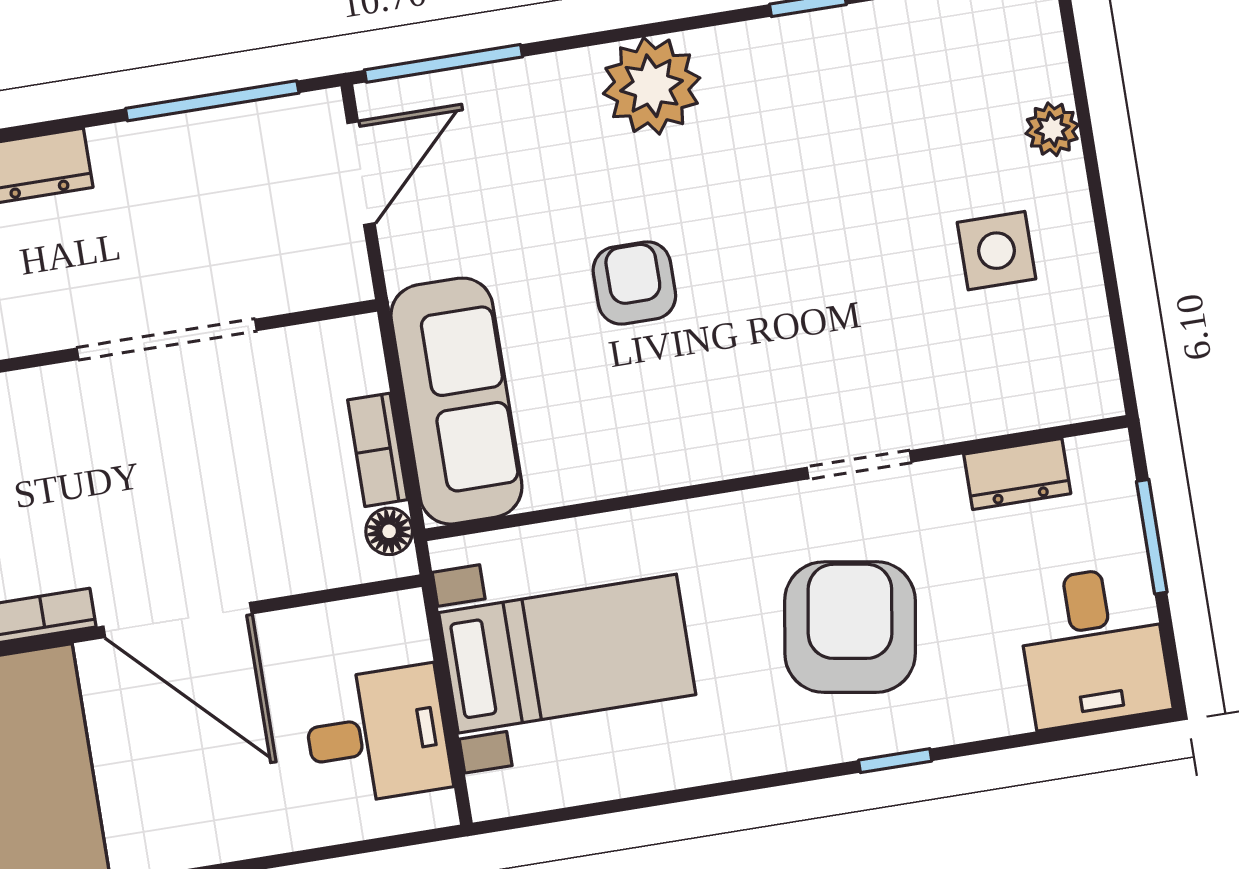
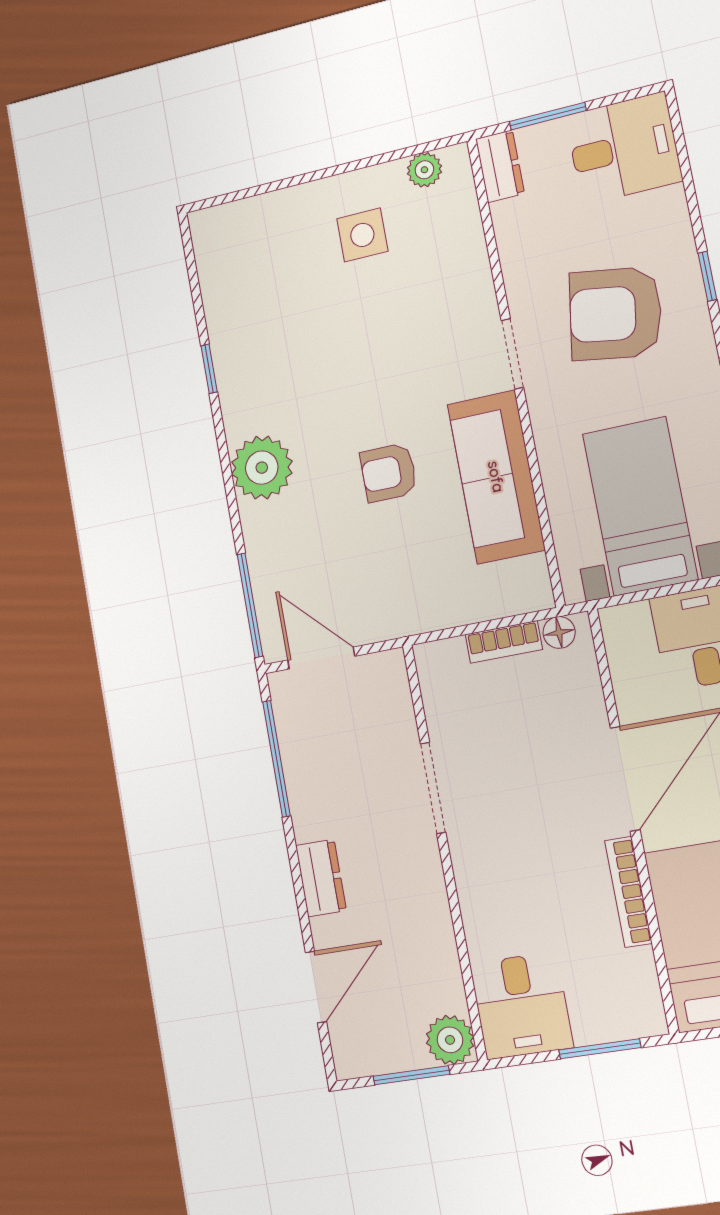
plant: (1052, 129) -> (424, 170), moved
doorway: (167, 339) -> (433, 788), width x0.73
sofa: (456, 401) -> (496, 477), moved, turned -90
doorway: (859, 465) -> (512, 354), moved
dresser: (1017, 474) -> (500, 166), moved

